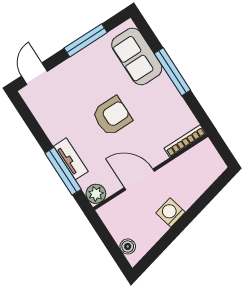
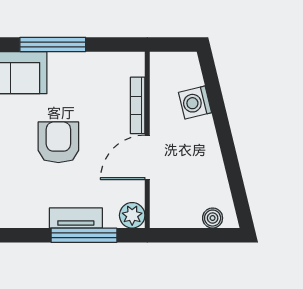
bookcase: (185, 141) -> (138, 105), moved
washing machine: (171, 212) -> (195, 103), moved

